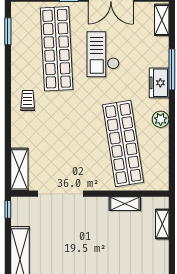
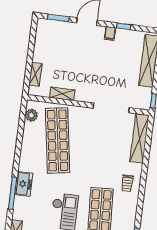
plant: (161, 119) -> (31, 115), moved
shelving: (19, 169) -> (139, 138), width x1.47

